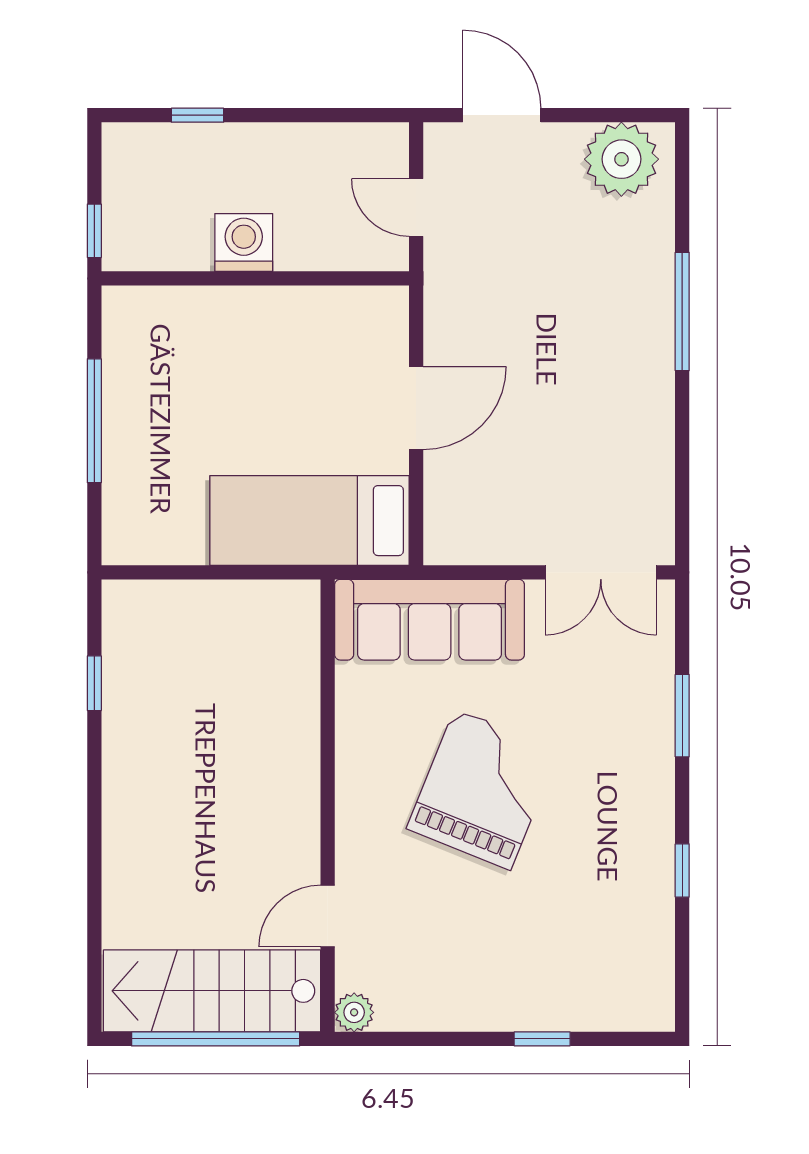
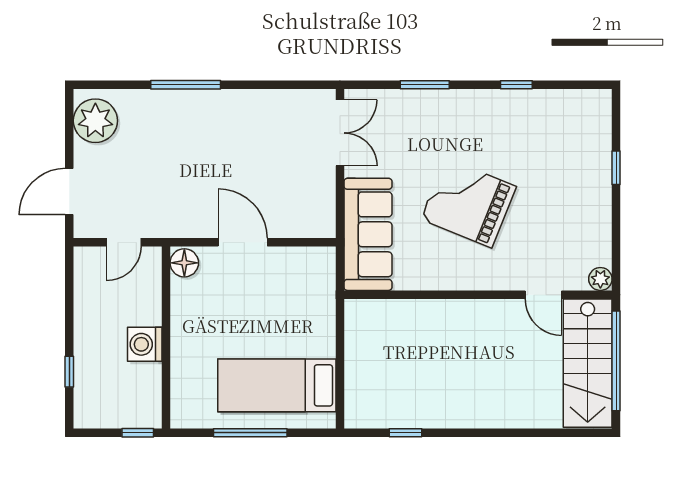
floor lamp: (381, 309) -> (184, 263), added
bed: (310, 521) -> (277, 385), moved, turned 90

